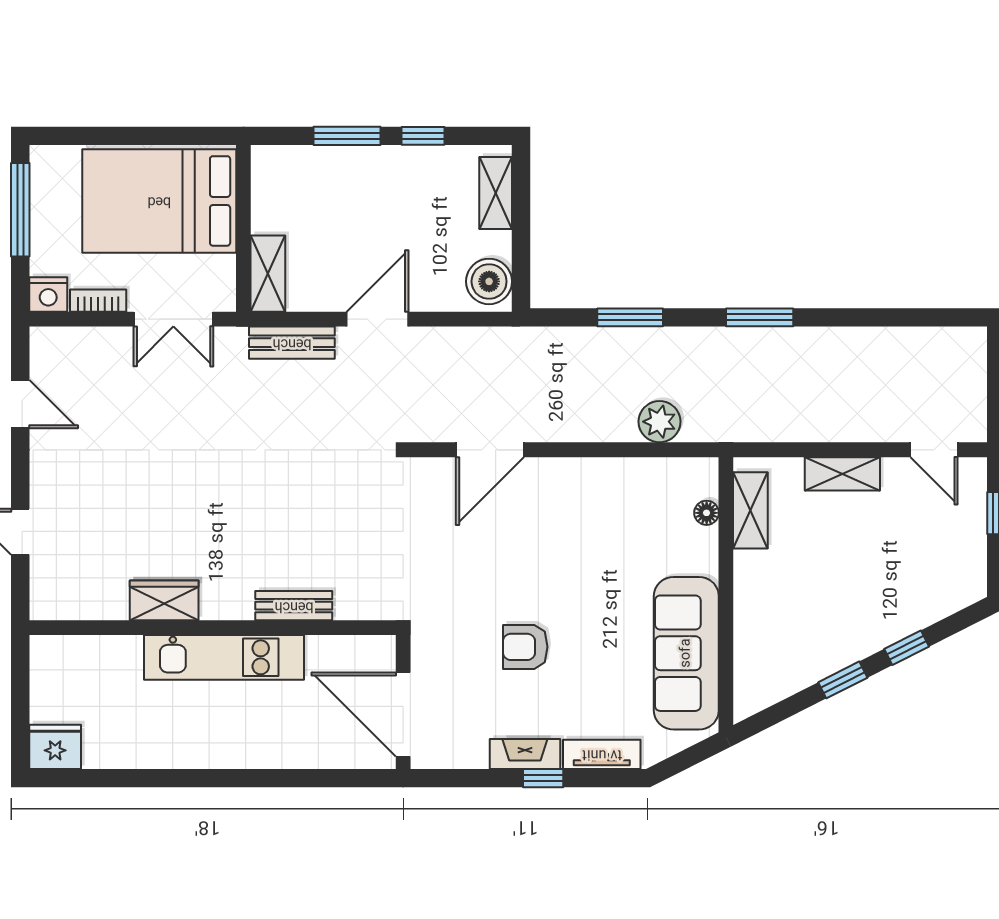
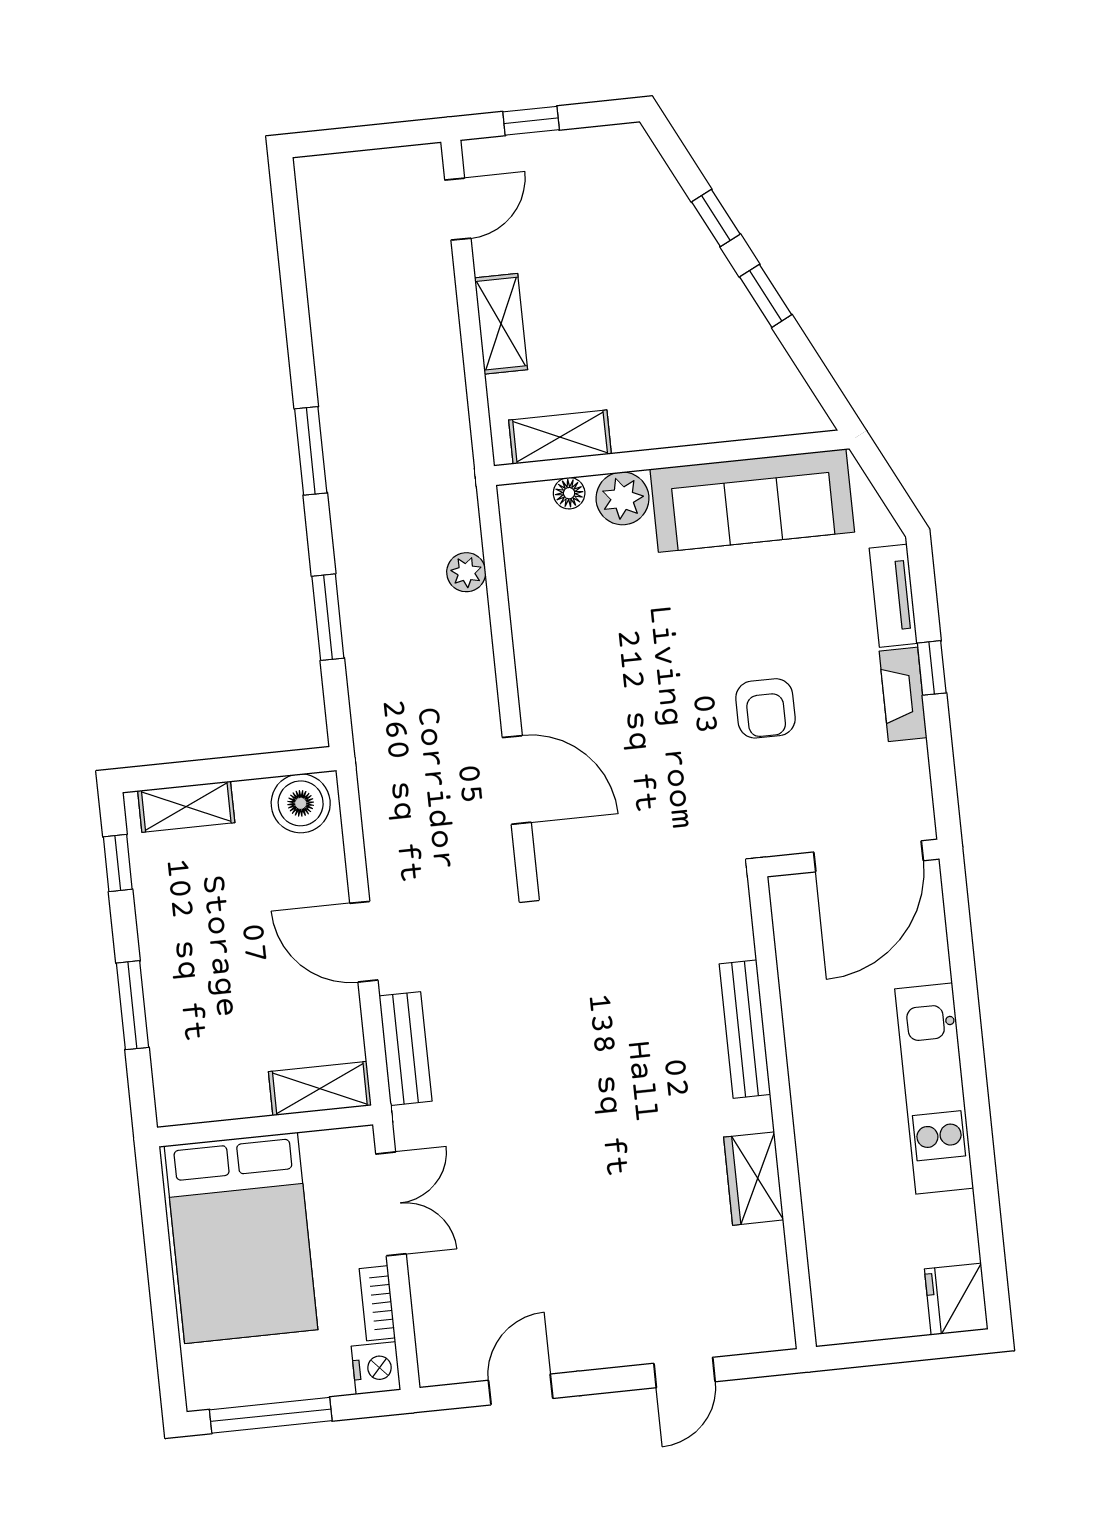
window: (423, 136) -> (118, 863), moved
plant: (659, 422) -> (466, 572), width x0.73, depth x0.73
plant: (698, 554) -> (622, 498), added
bench: (294, 606) -> (745, 1029), width x1.36
kitchen unit: (224, 657) -> (934, 1089), moved, turned 180

